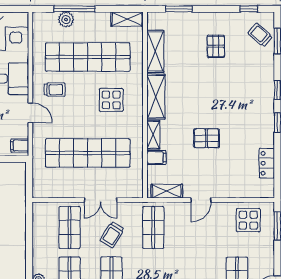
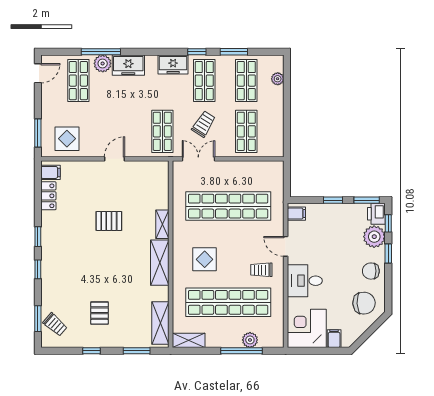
window: (249, 9) -> (91, 351), moved
shelving: (155, 52) -> (160, 323), moved
filing cabinet: (156, 158) -> (50, 172), moved, turned 180
shelving: (167, 191) -> (149, 168), removed
double door: (101, 200) -> (198, 159), moved

